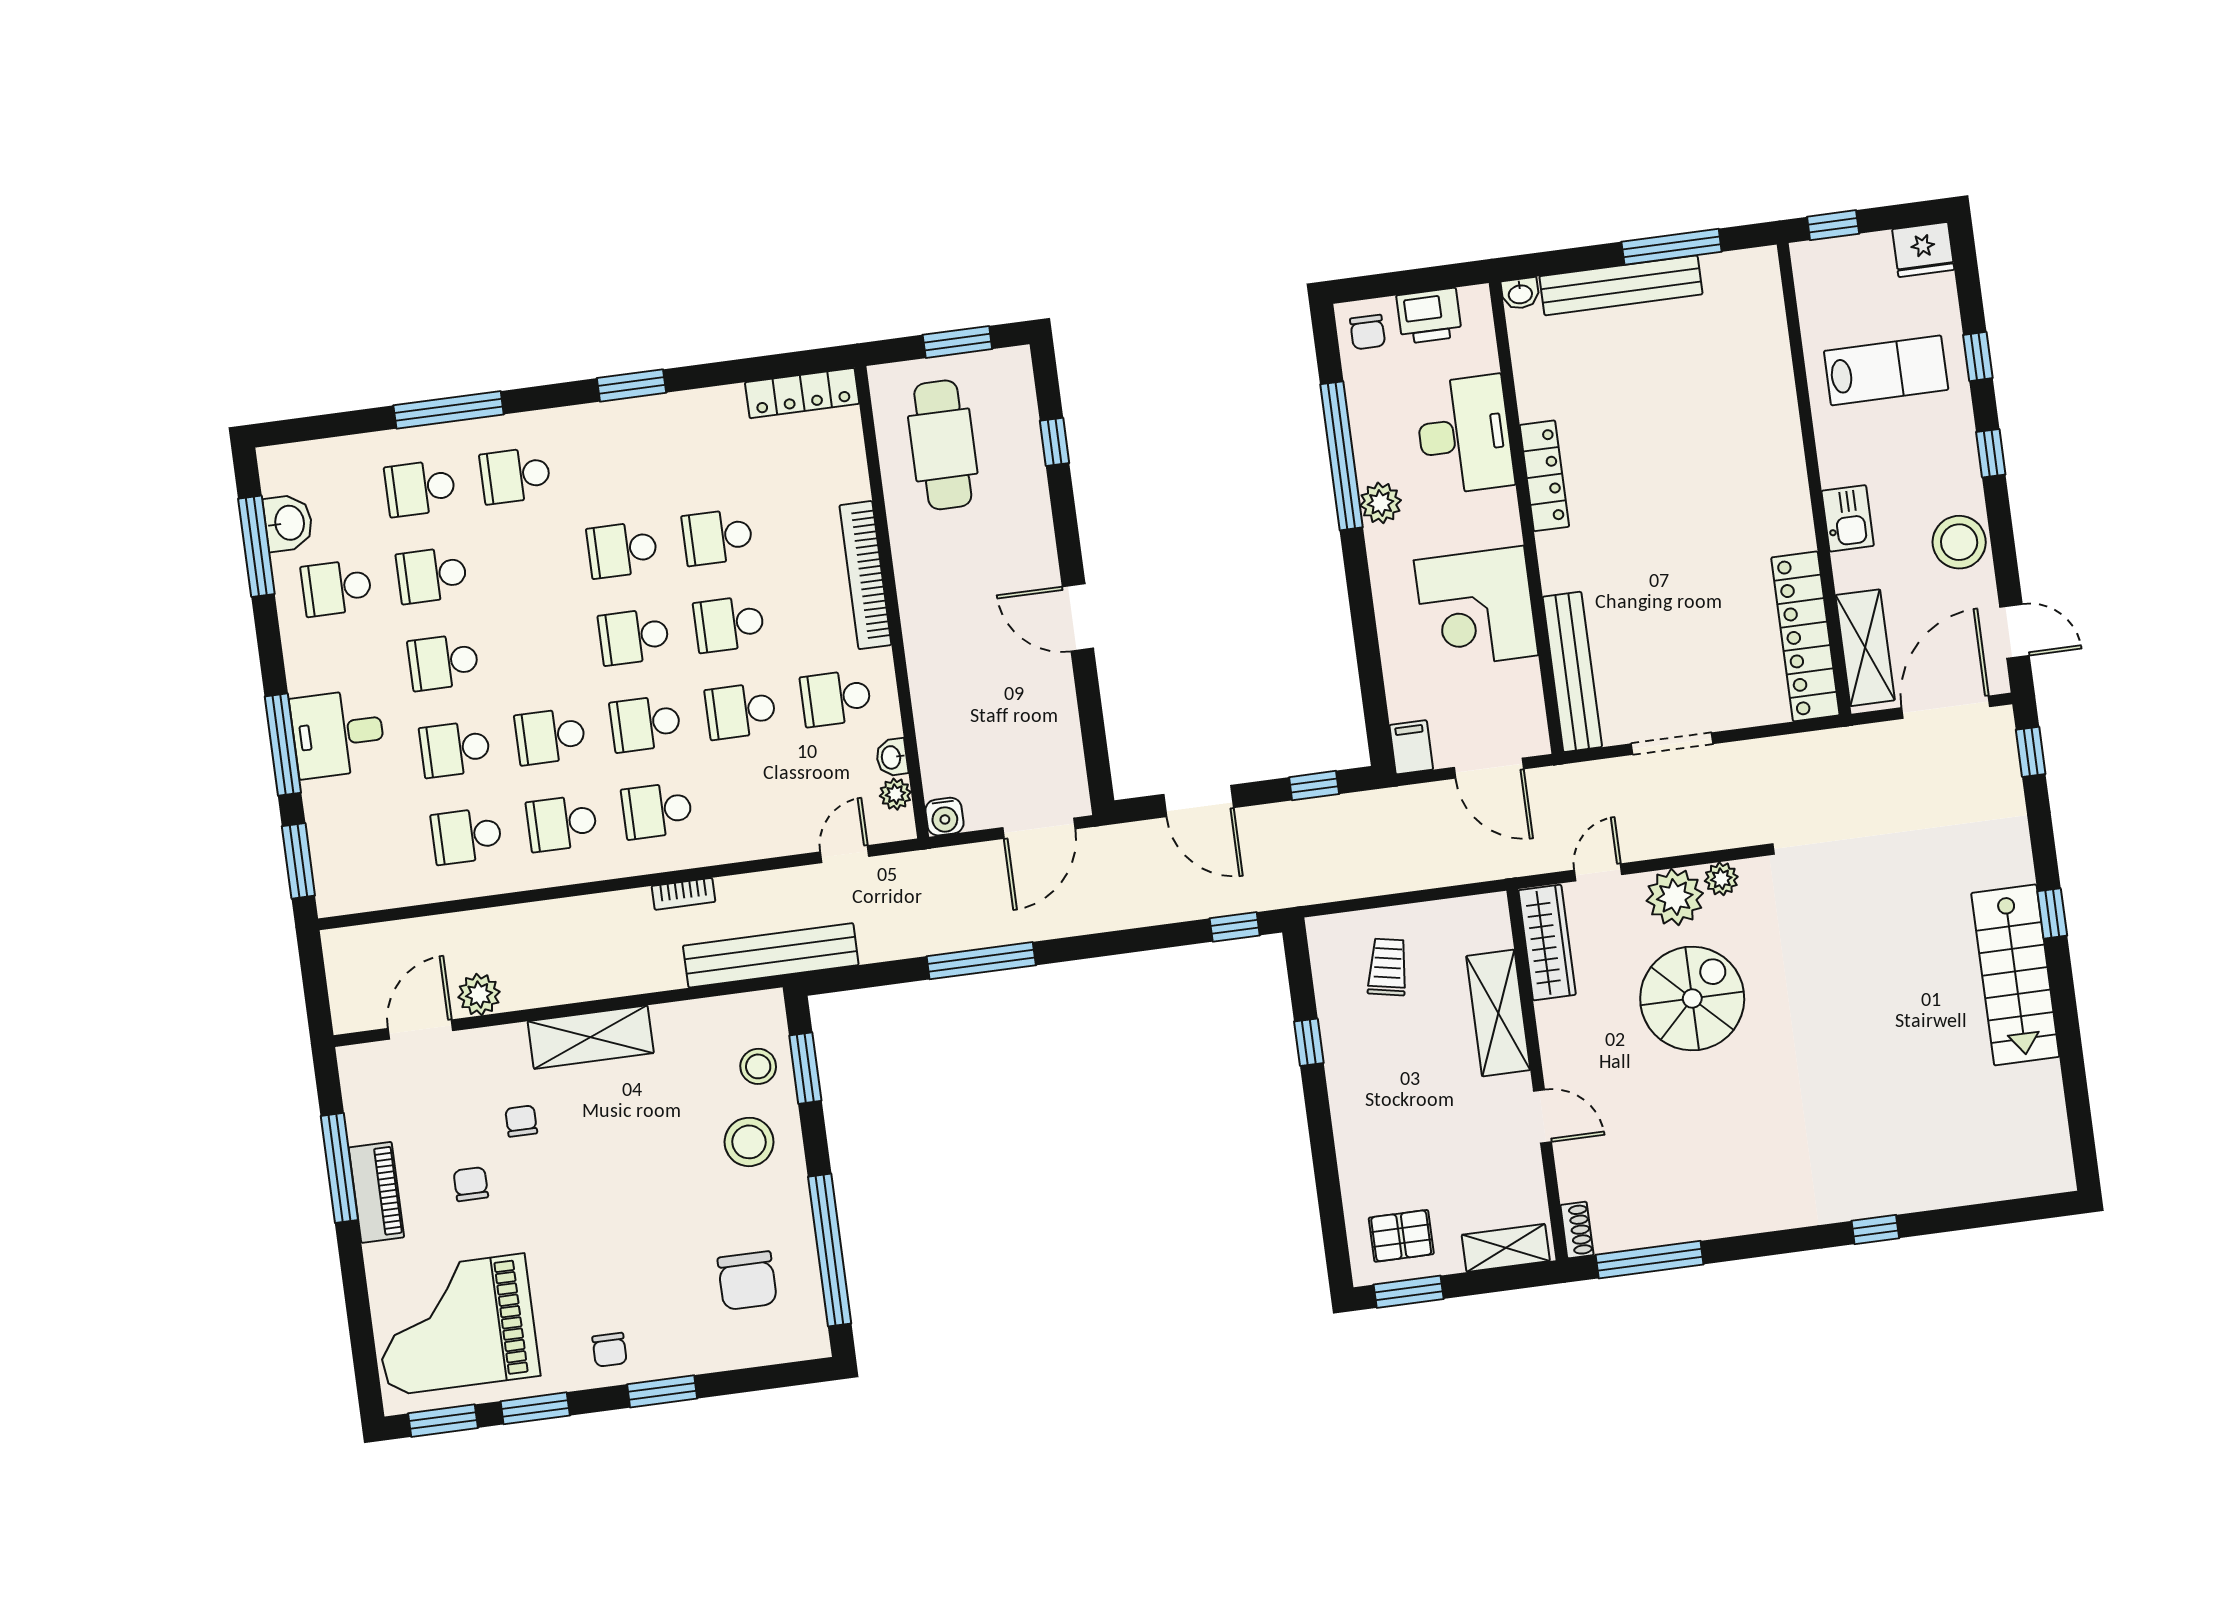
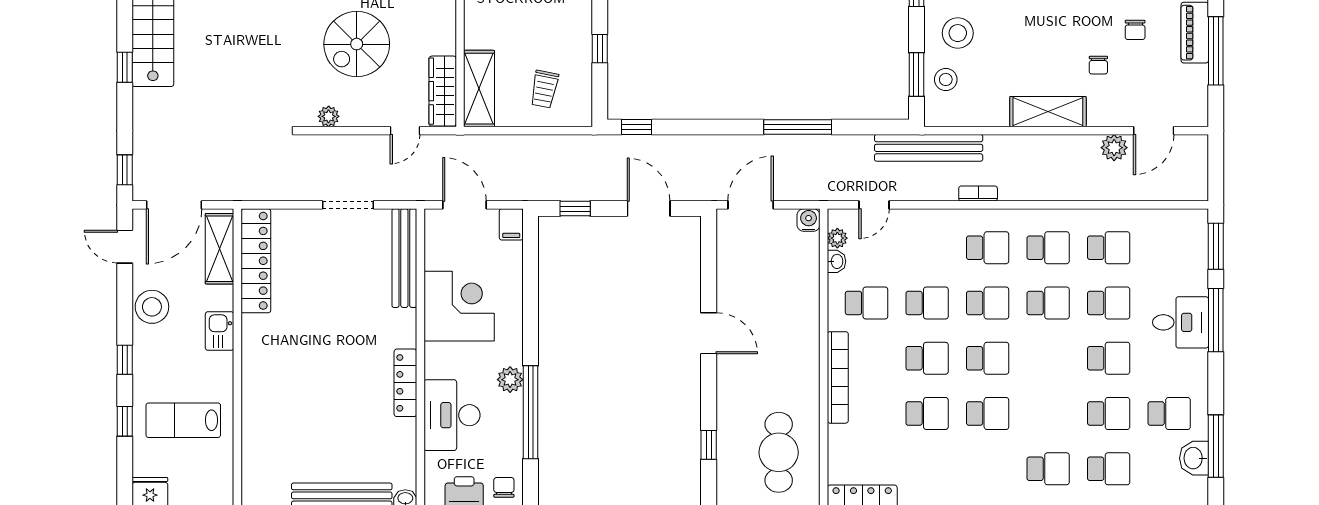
plant: (1675, 897) -> (359, 109), removed
shelving: (1498, 1013) -> (479, 89), moved

